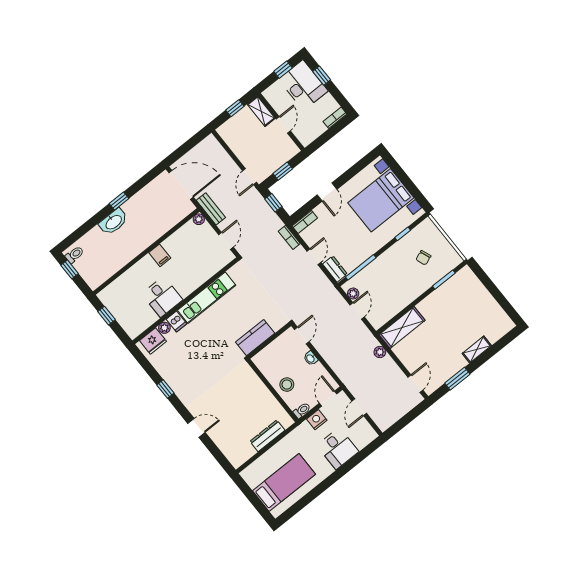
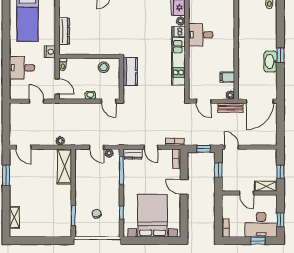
washbasin: (113, 222) -> (270, 62), moved
filing cabinet: (160, 255) -> (227, 77), moved
shelving: (477, 349) -> (14, 217), moved
stool: (287, 385) -> (104, 67), moved
nightstand: (317, 420) -> (50, 52), moved

